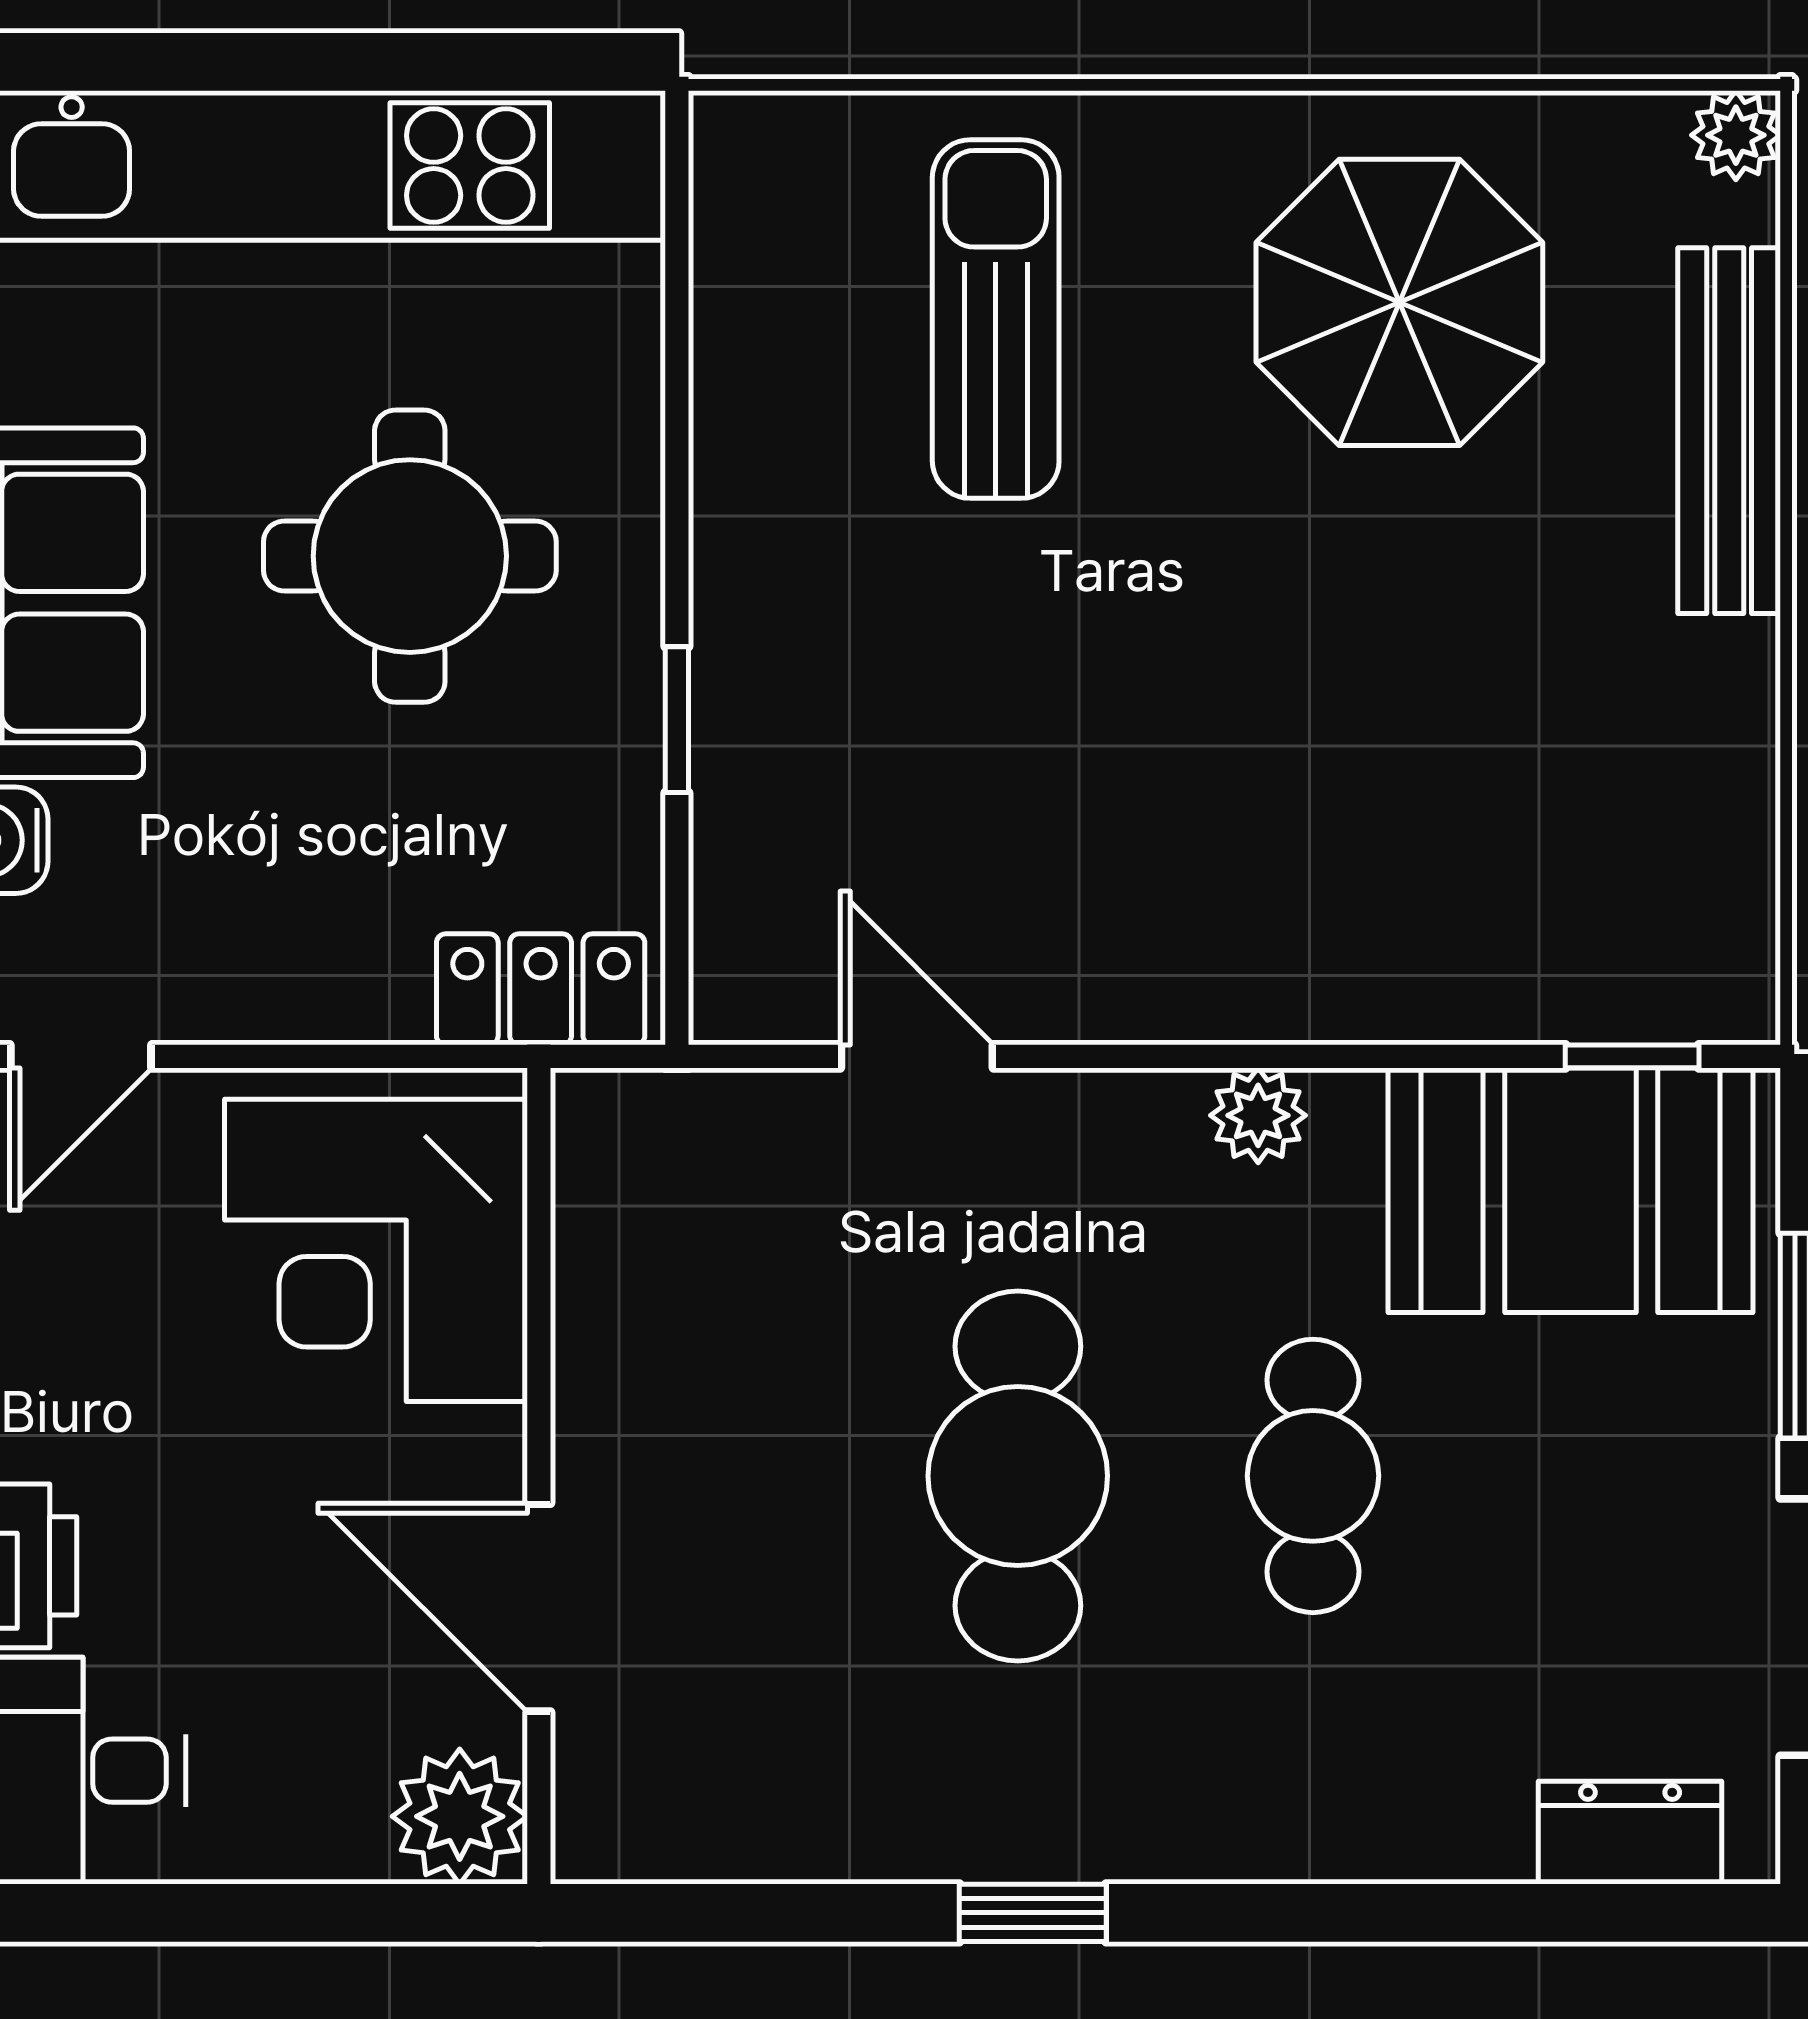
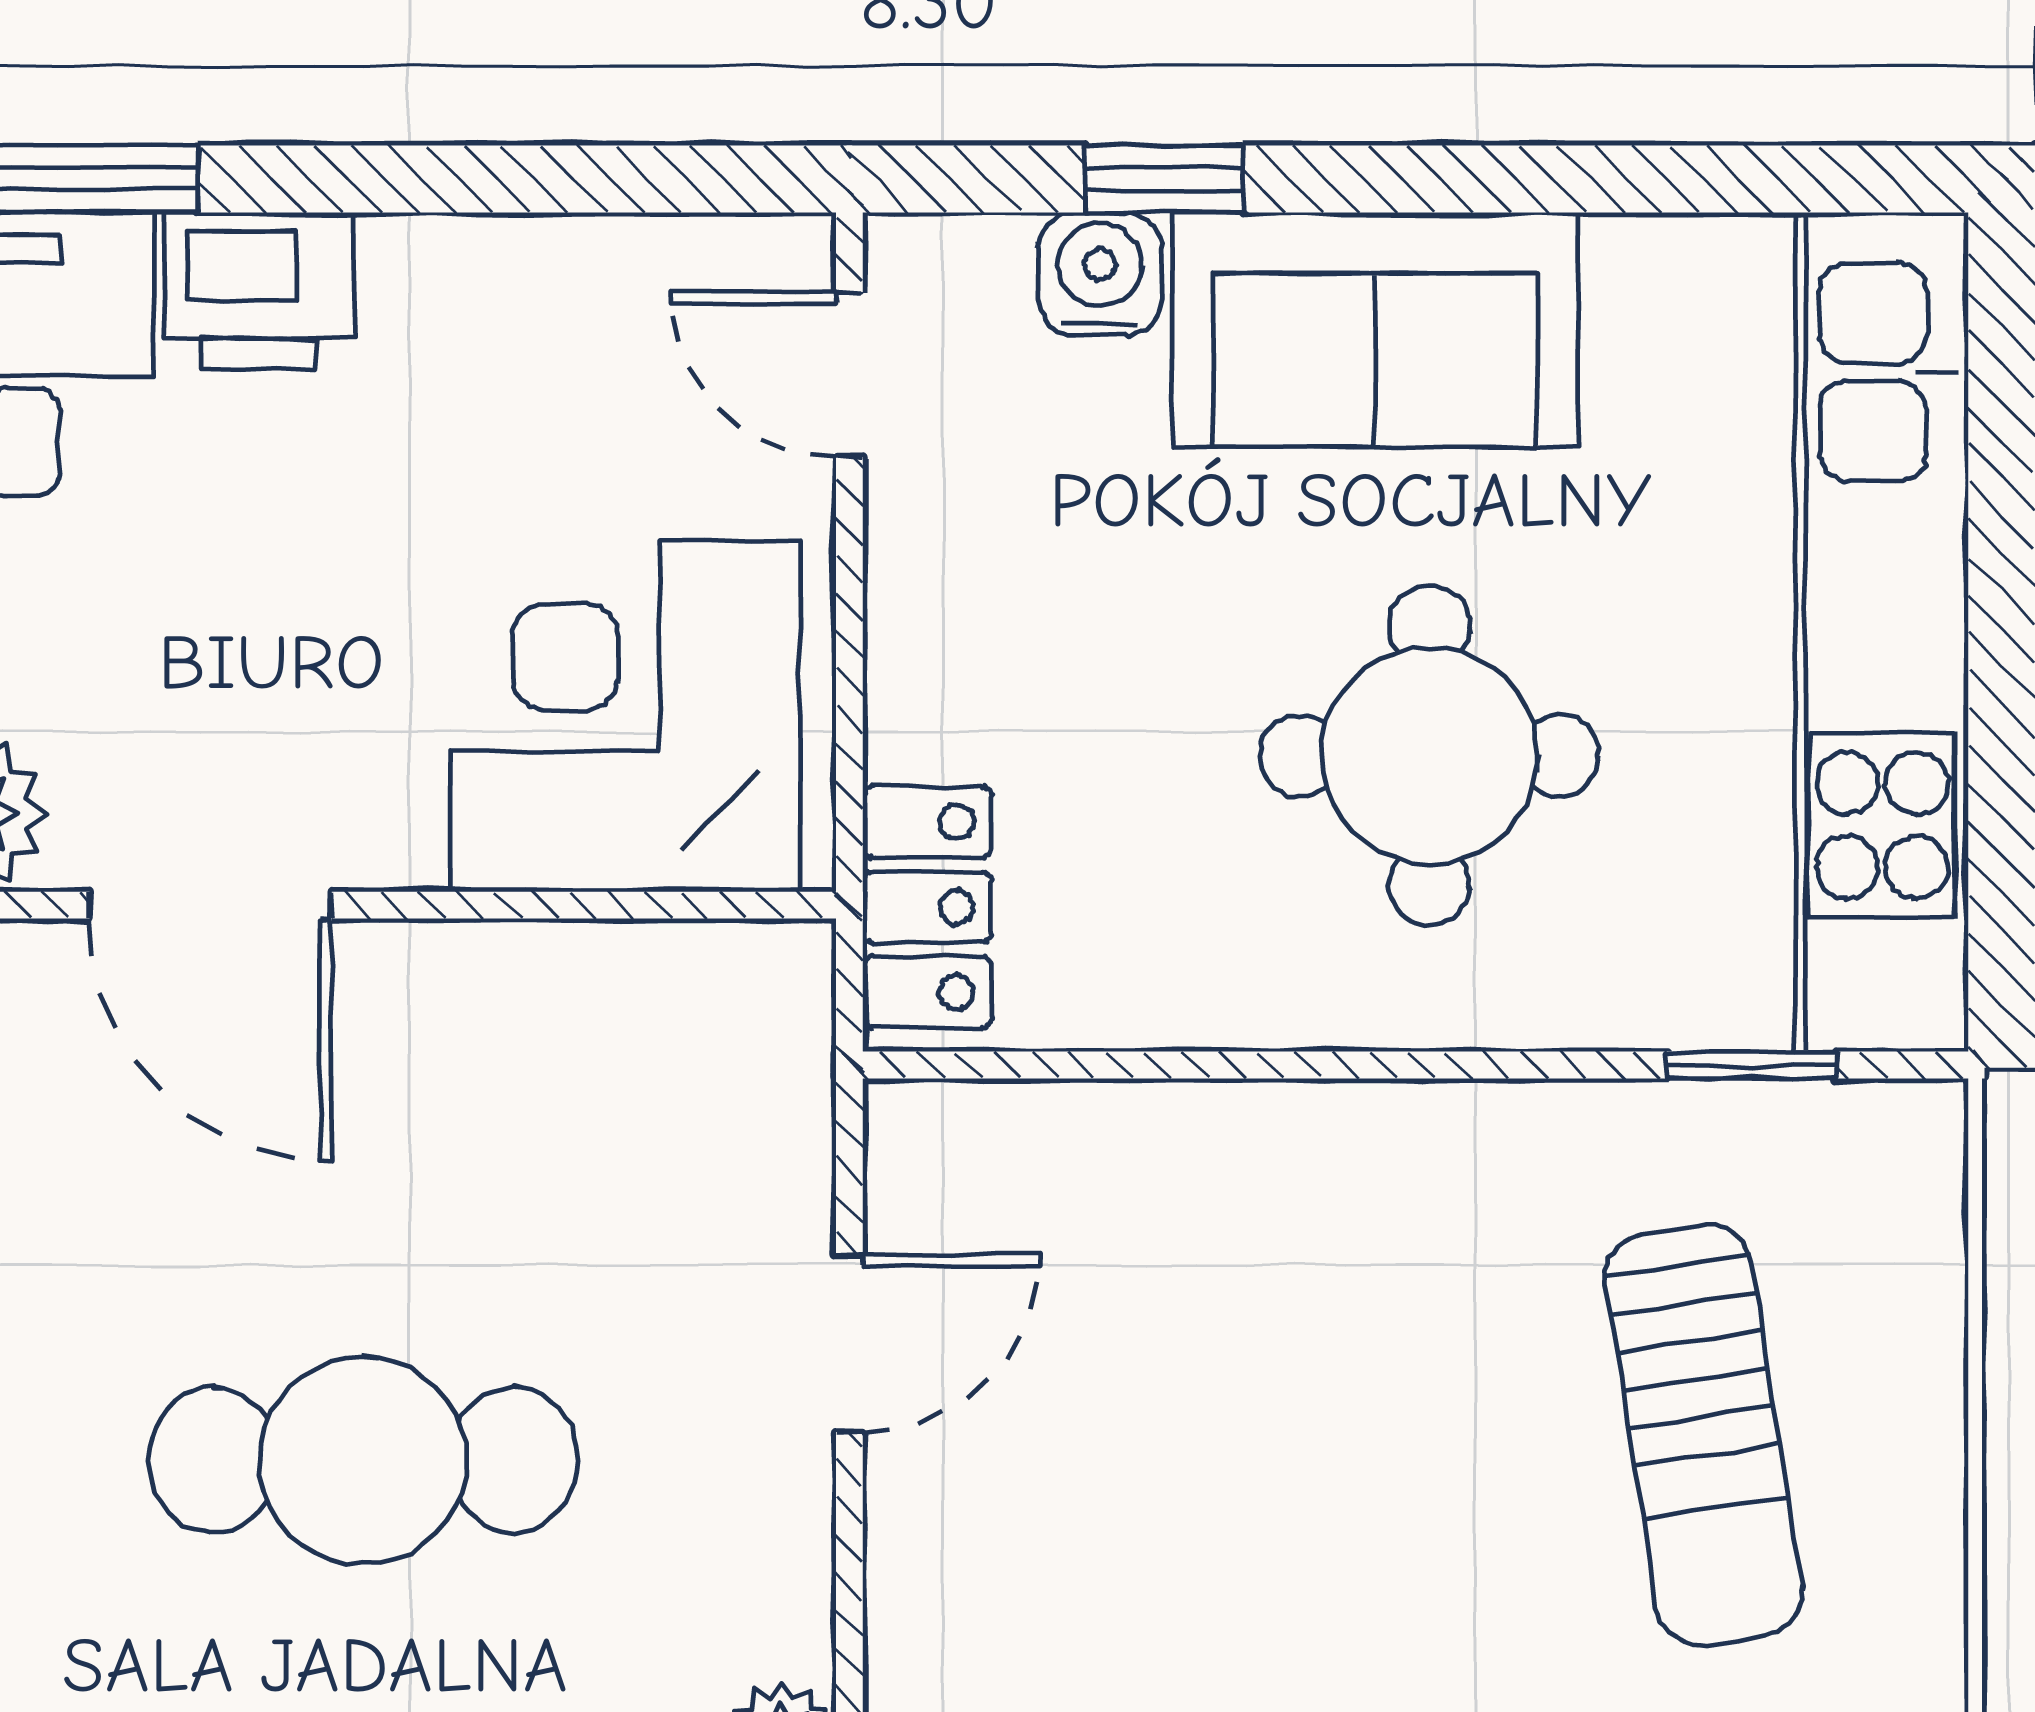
sun lounger: (996, 319) -> (1704, 1434), turned 81
window: (677, 720) -> (1752, 1065), moved
door: (539, 1608) -> (211, 905), swing flipped

